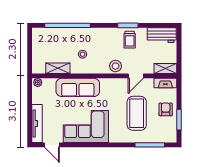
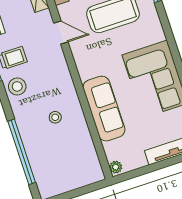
stool: (116, 66) -> (17, 86), moved
shelving: (58, 68) -> (86, 145), removed

